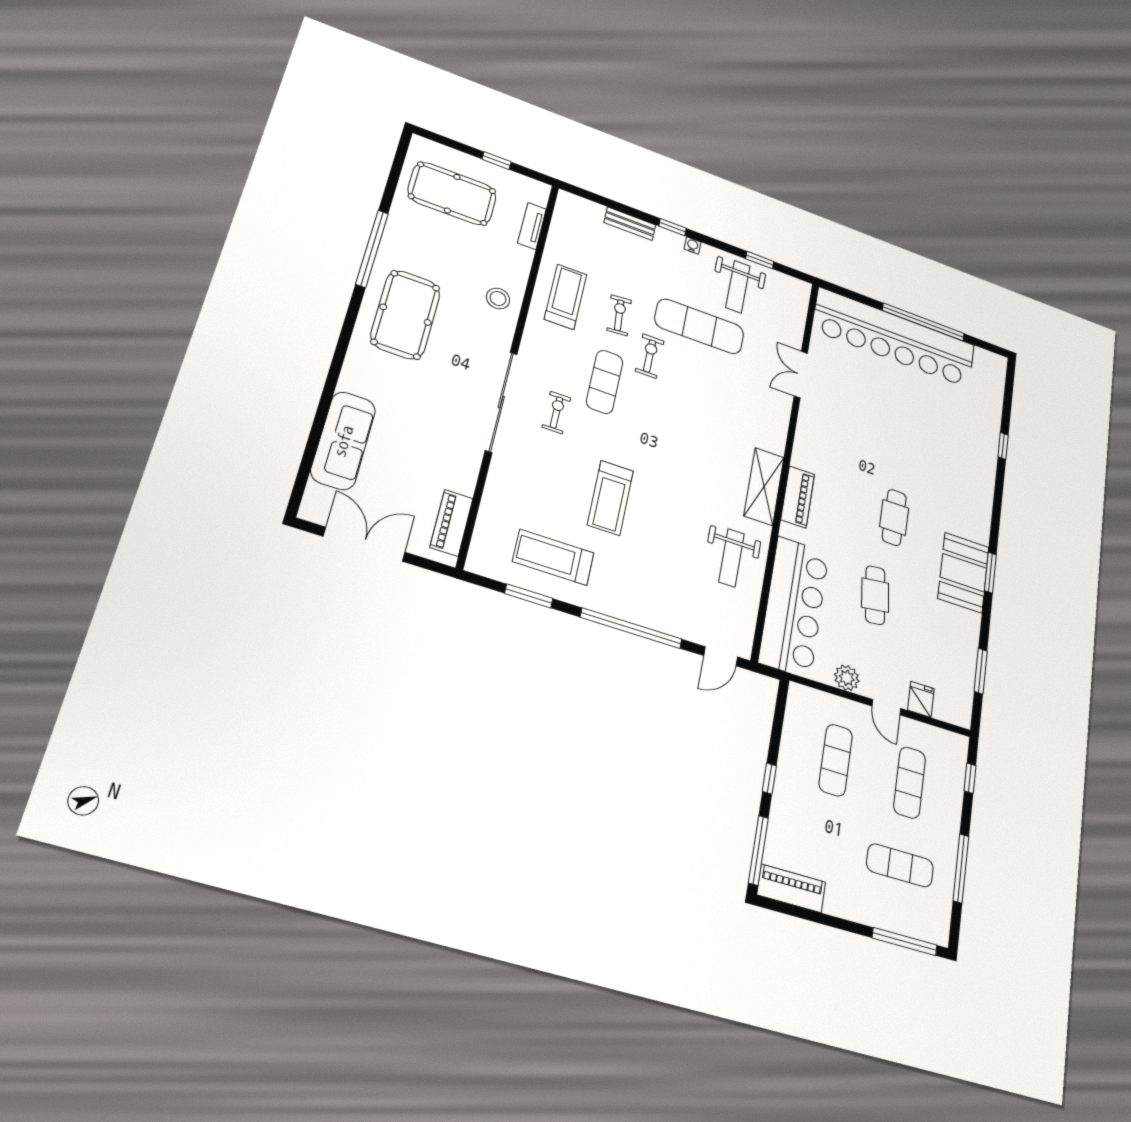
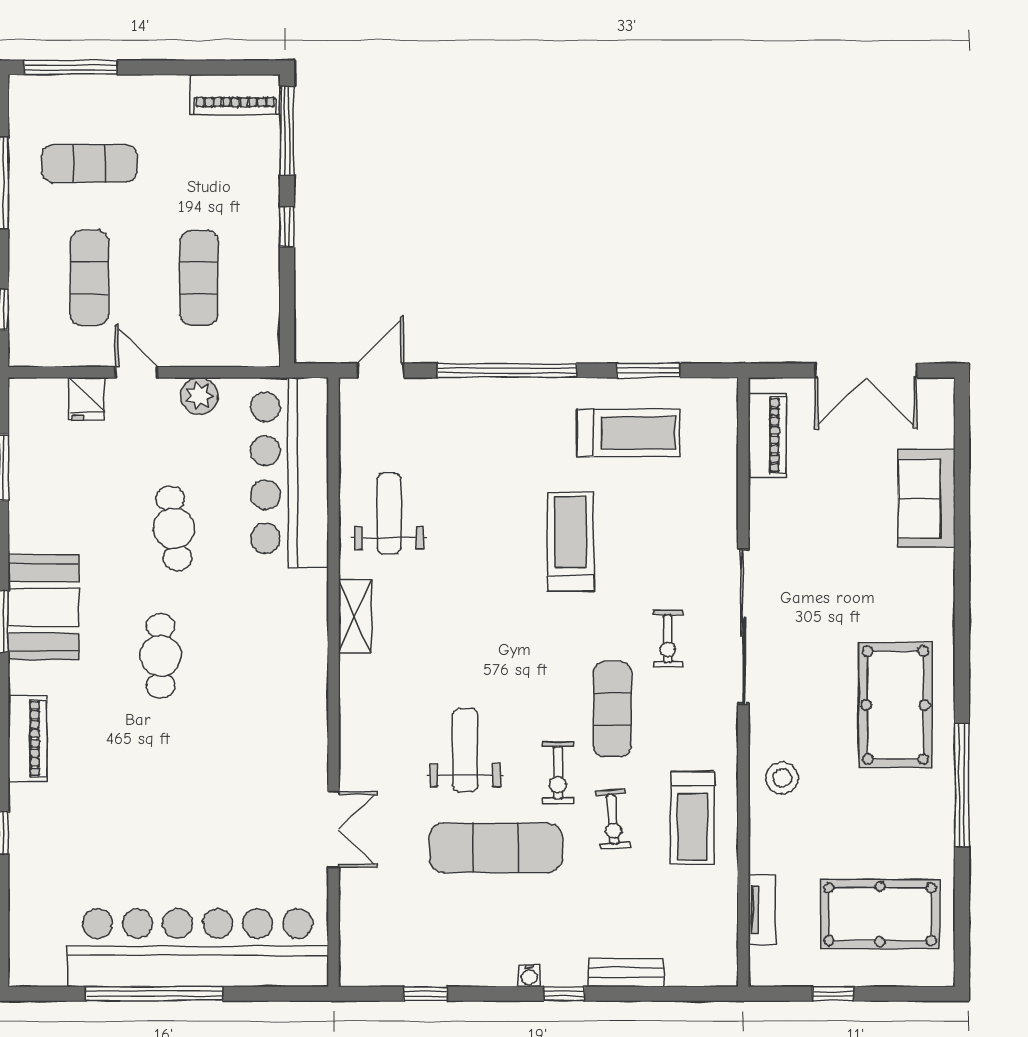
weight bench: (738, 287) -> (465, 750), moved
sofa: (343, 441) -> (927, 499), width x0.73
shelving: (764, 486) -> (355, 616), width x0.67, depth x0.75
piano: (798, 497) -> (27, 738), moved, turned 180

